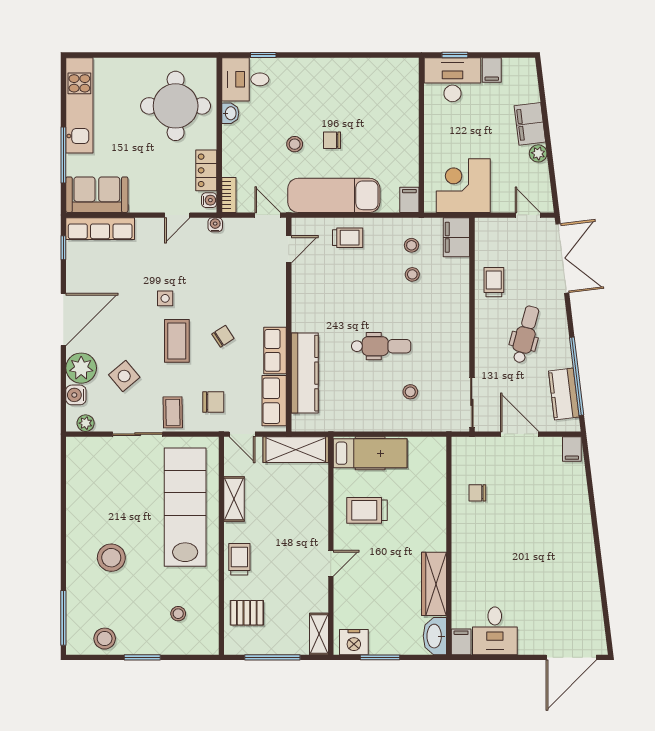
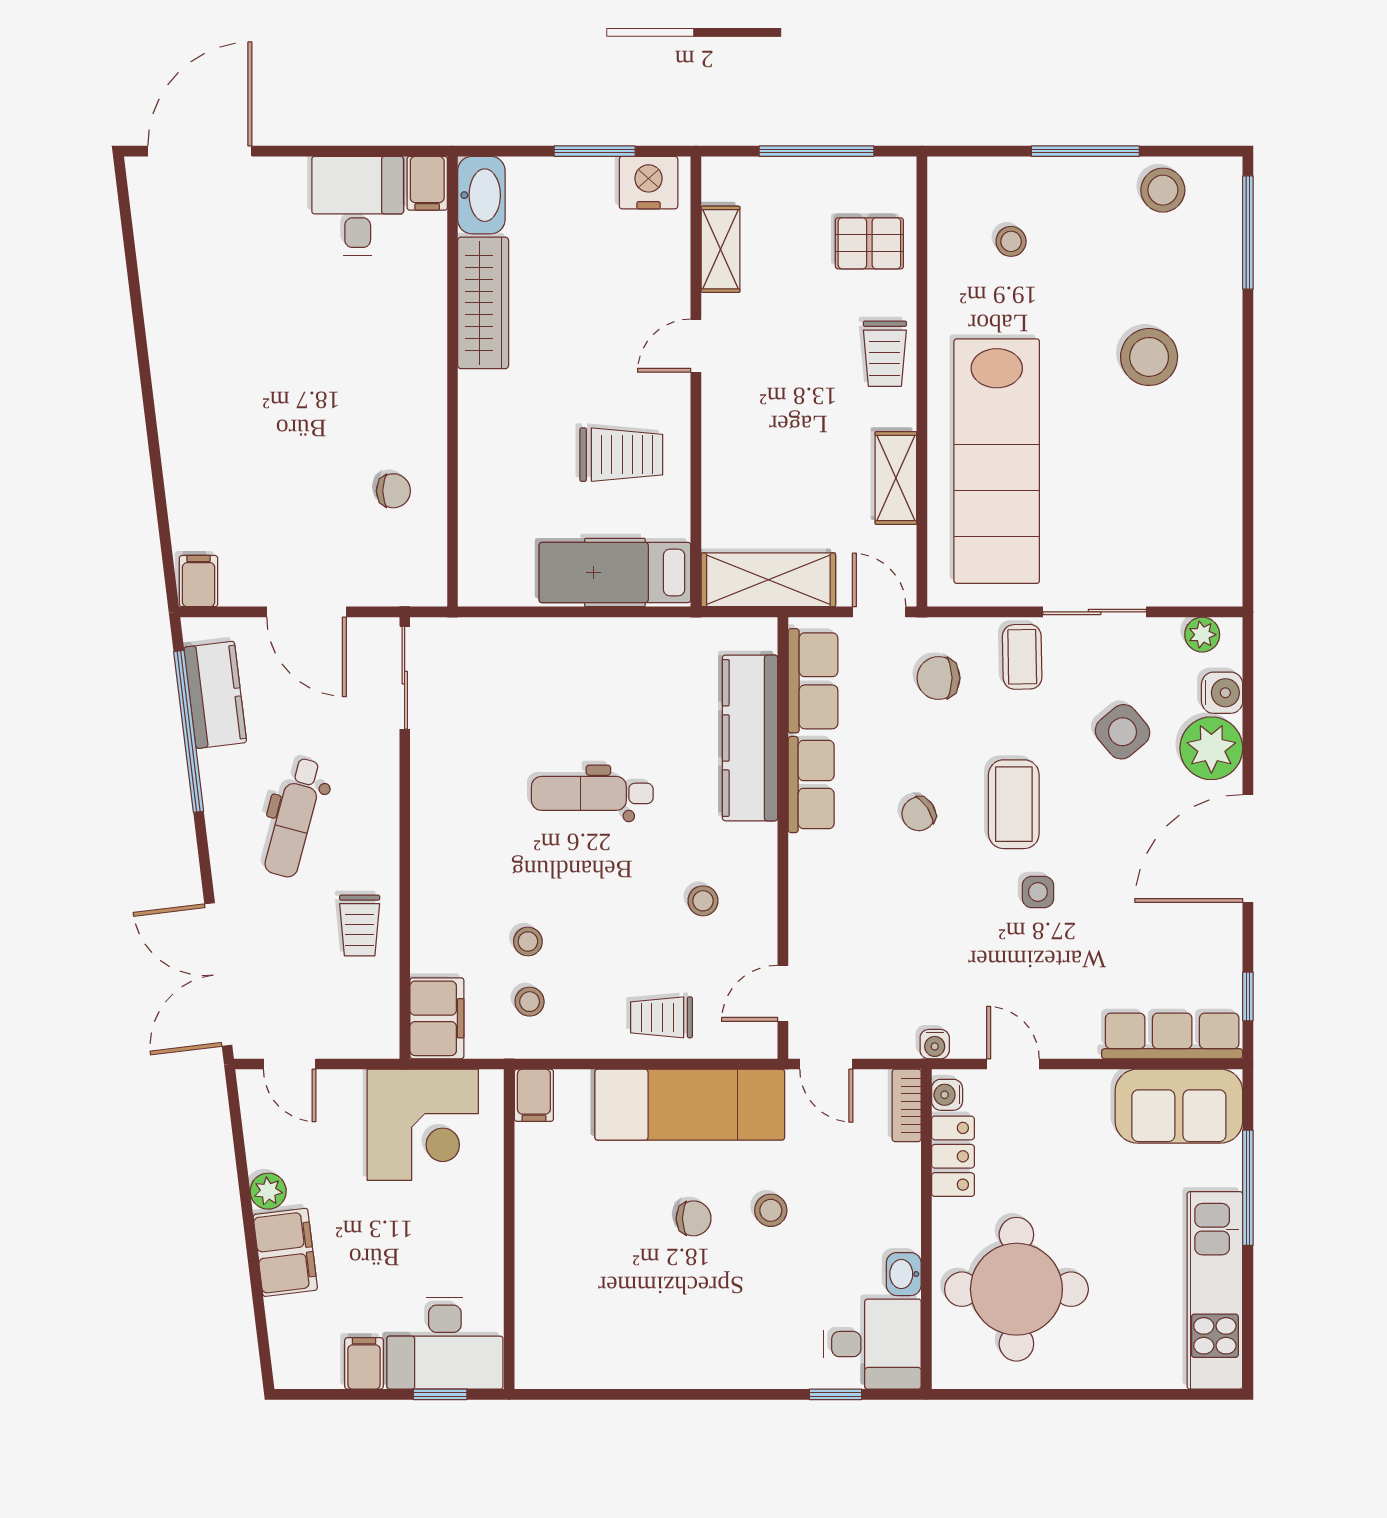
door: (177, 215) -> (1013, 1064), hinge flipped
stool: (410, 392) -> (703, 901), moved
shelving: (319, 634) -> (721, 249), moved
window: (142, 657) -> (1085, 151), width x1.44

